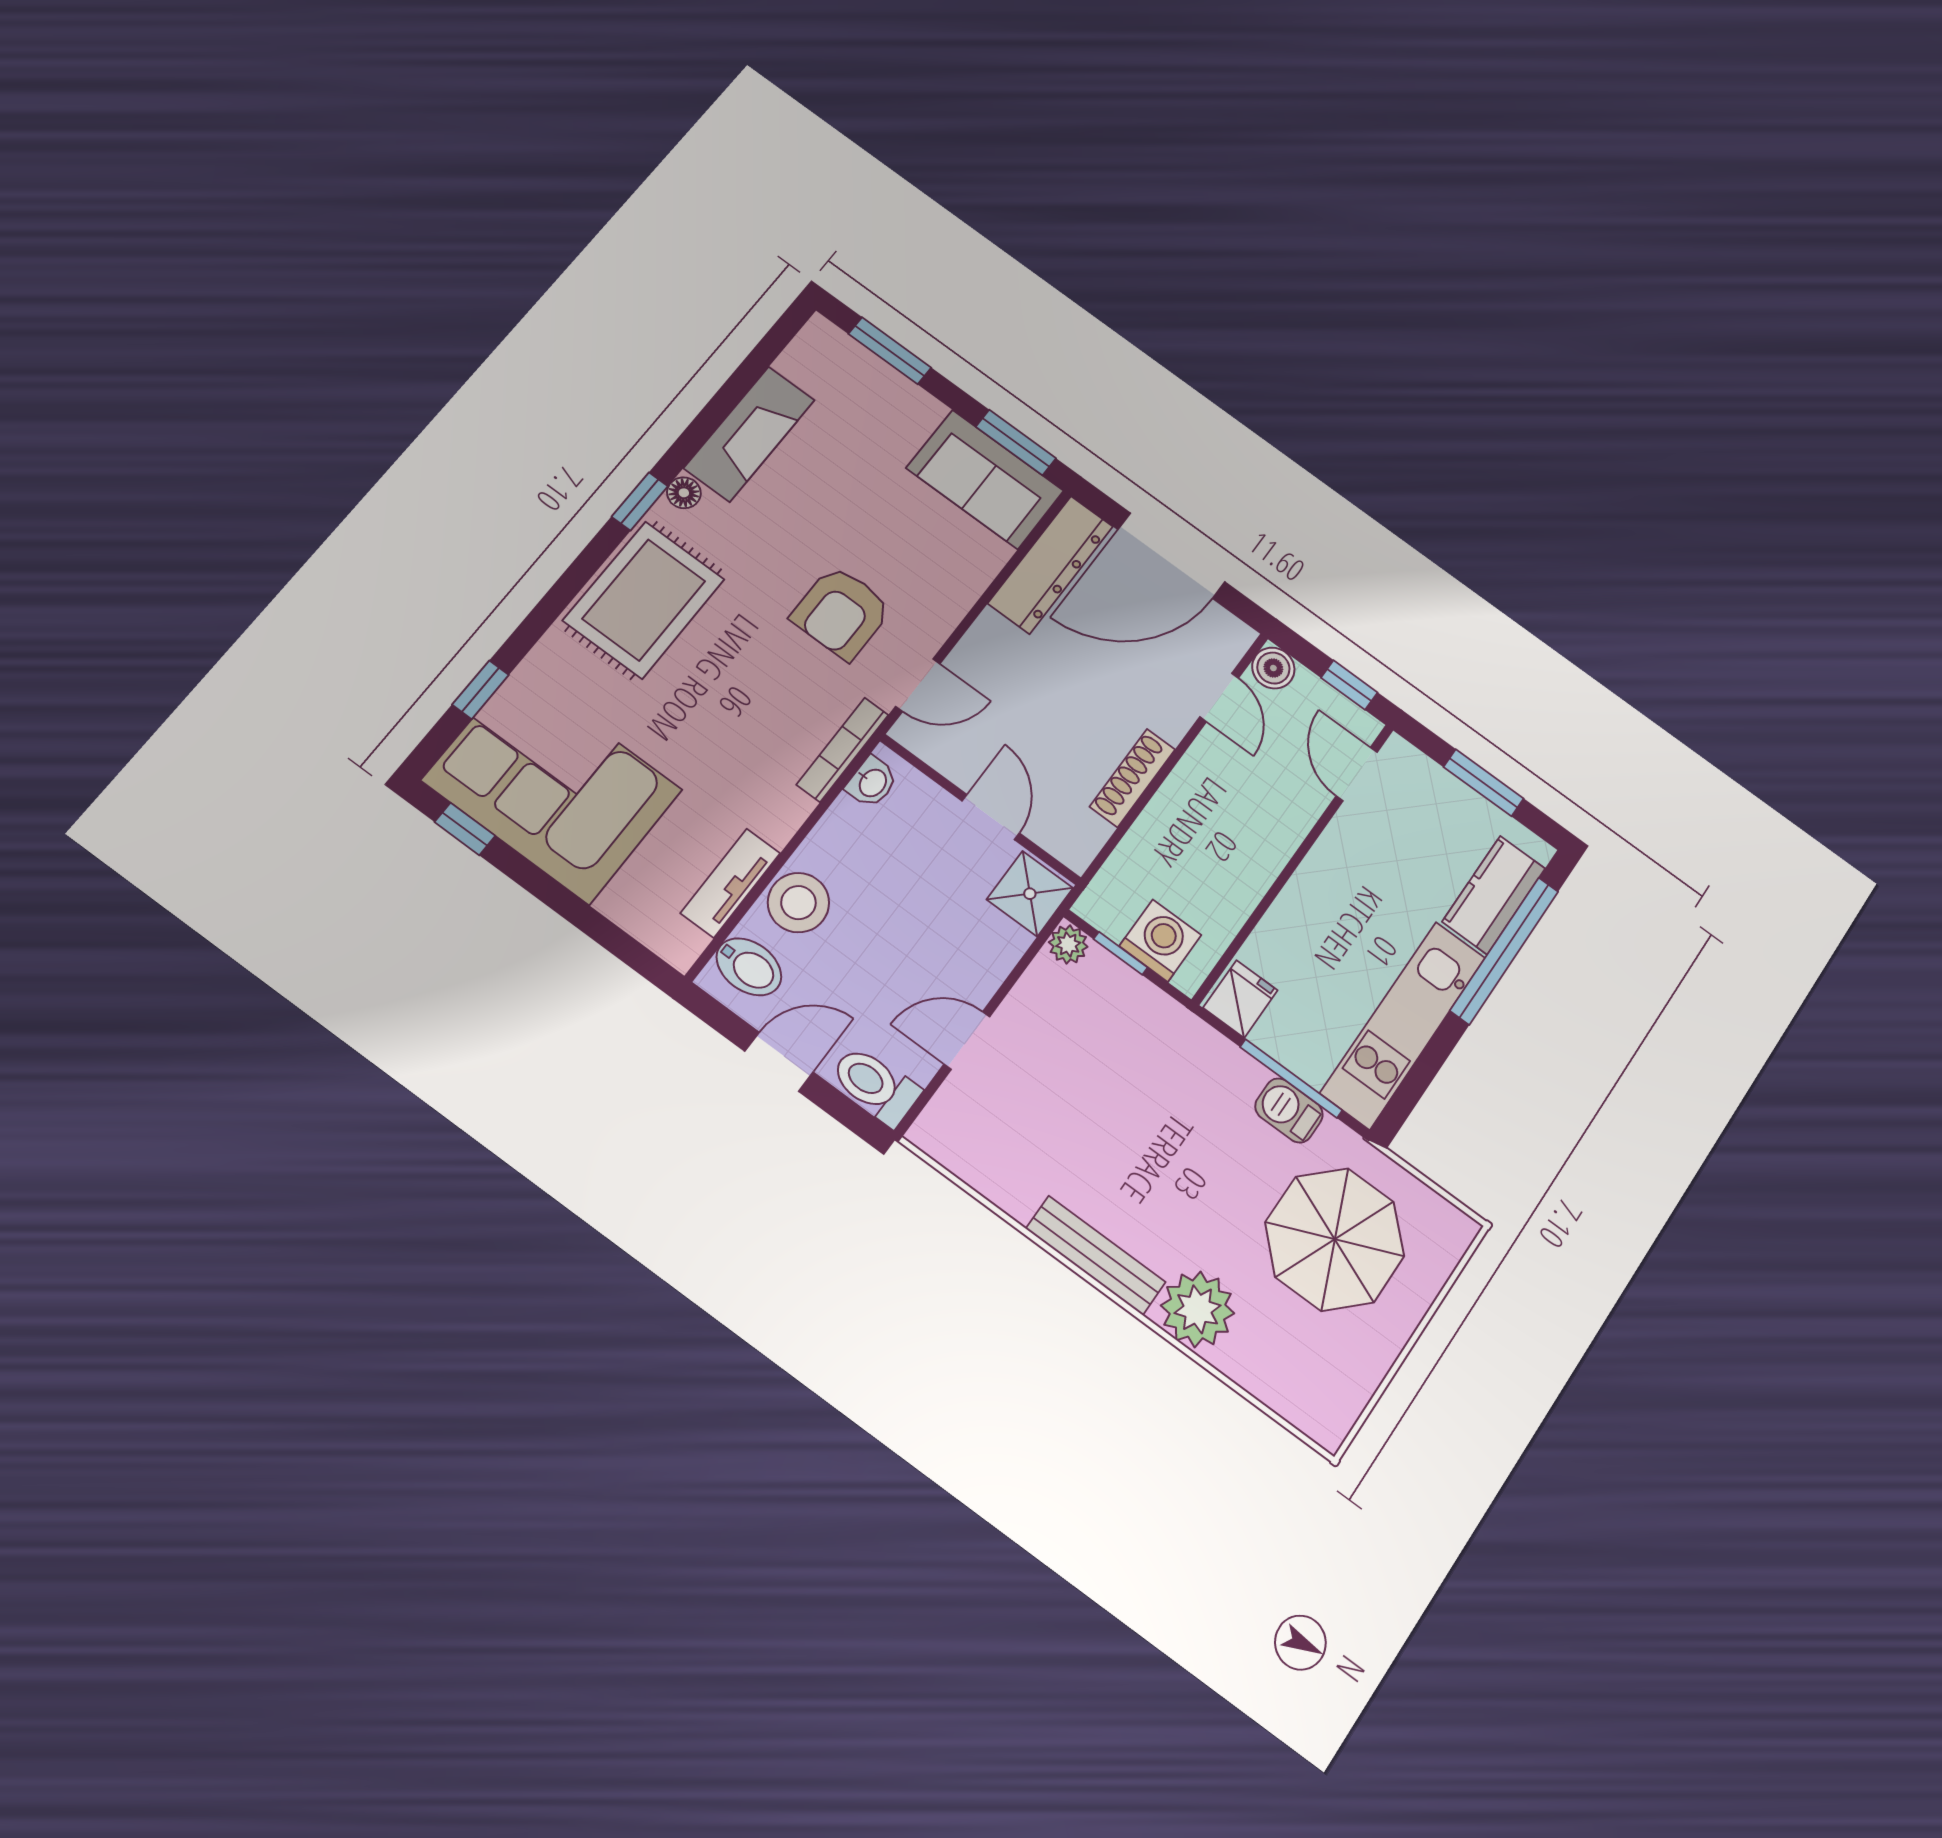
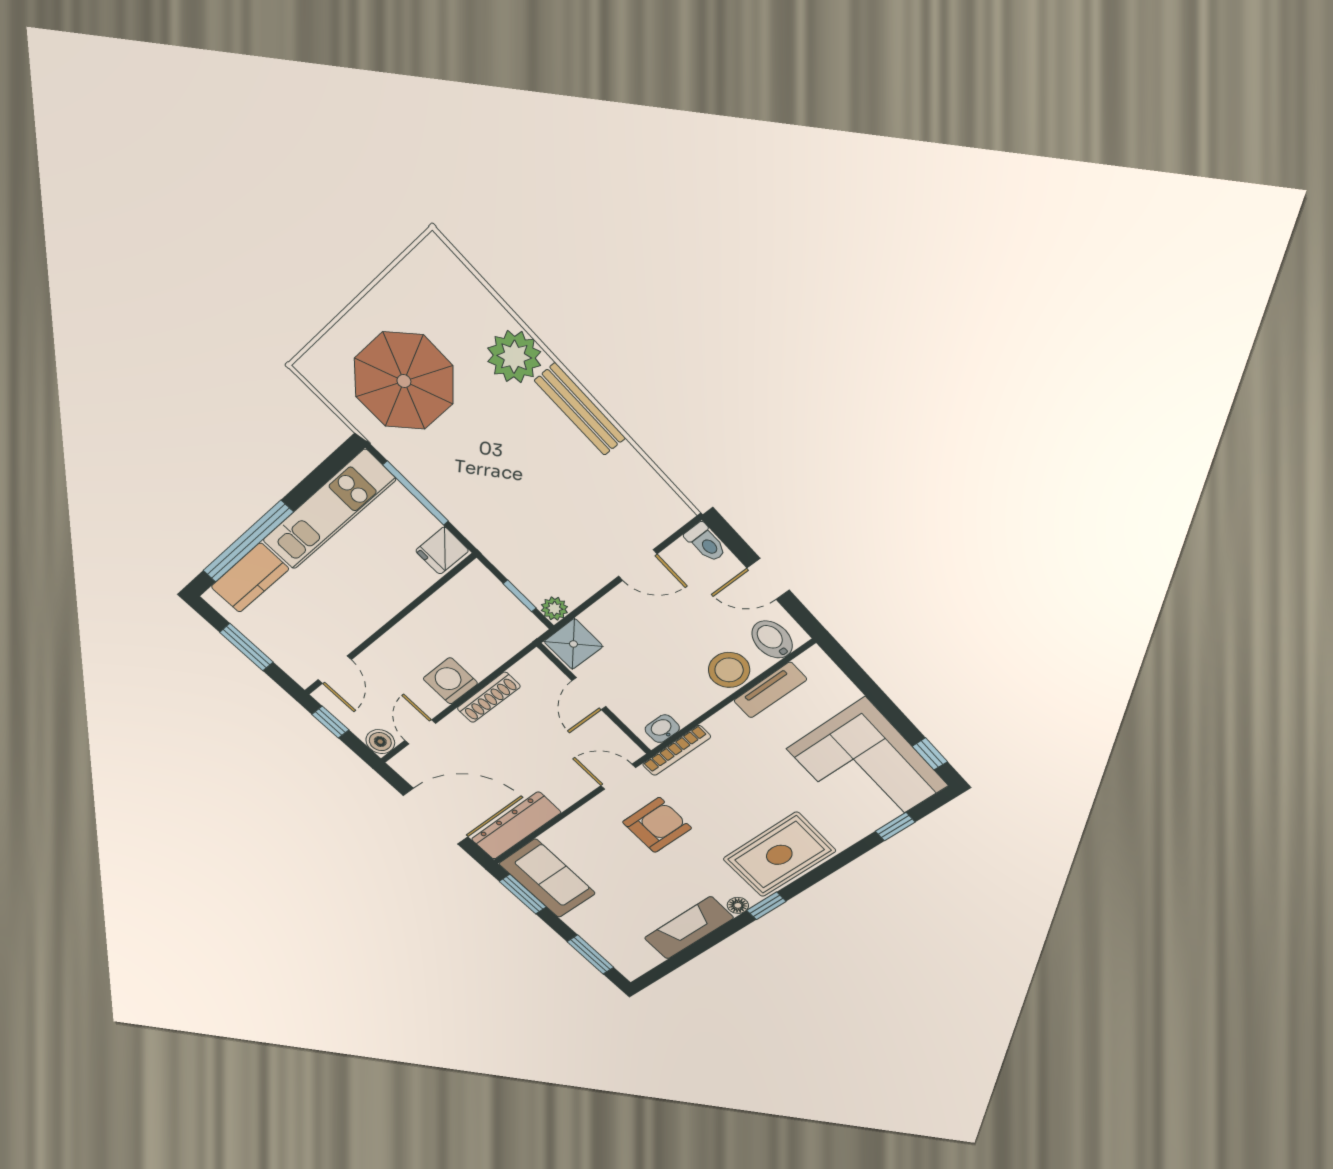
washing machine: (1160, 940) -> (450, 681), moved, turned 90
toilet: (875, 1085) -> (706, 542), width x0.73, depth x0.72
barbecue: (1289, 1110) -> (421, 473), removed

